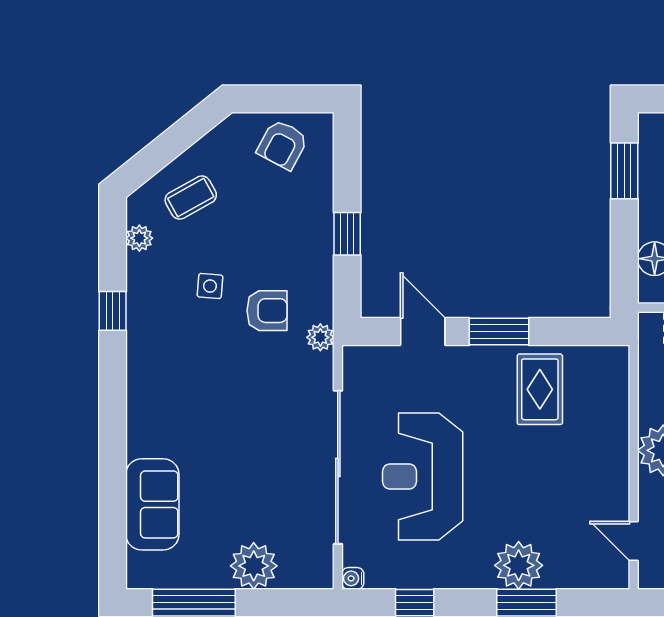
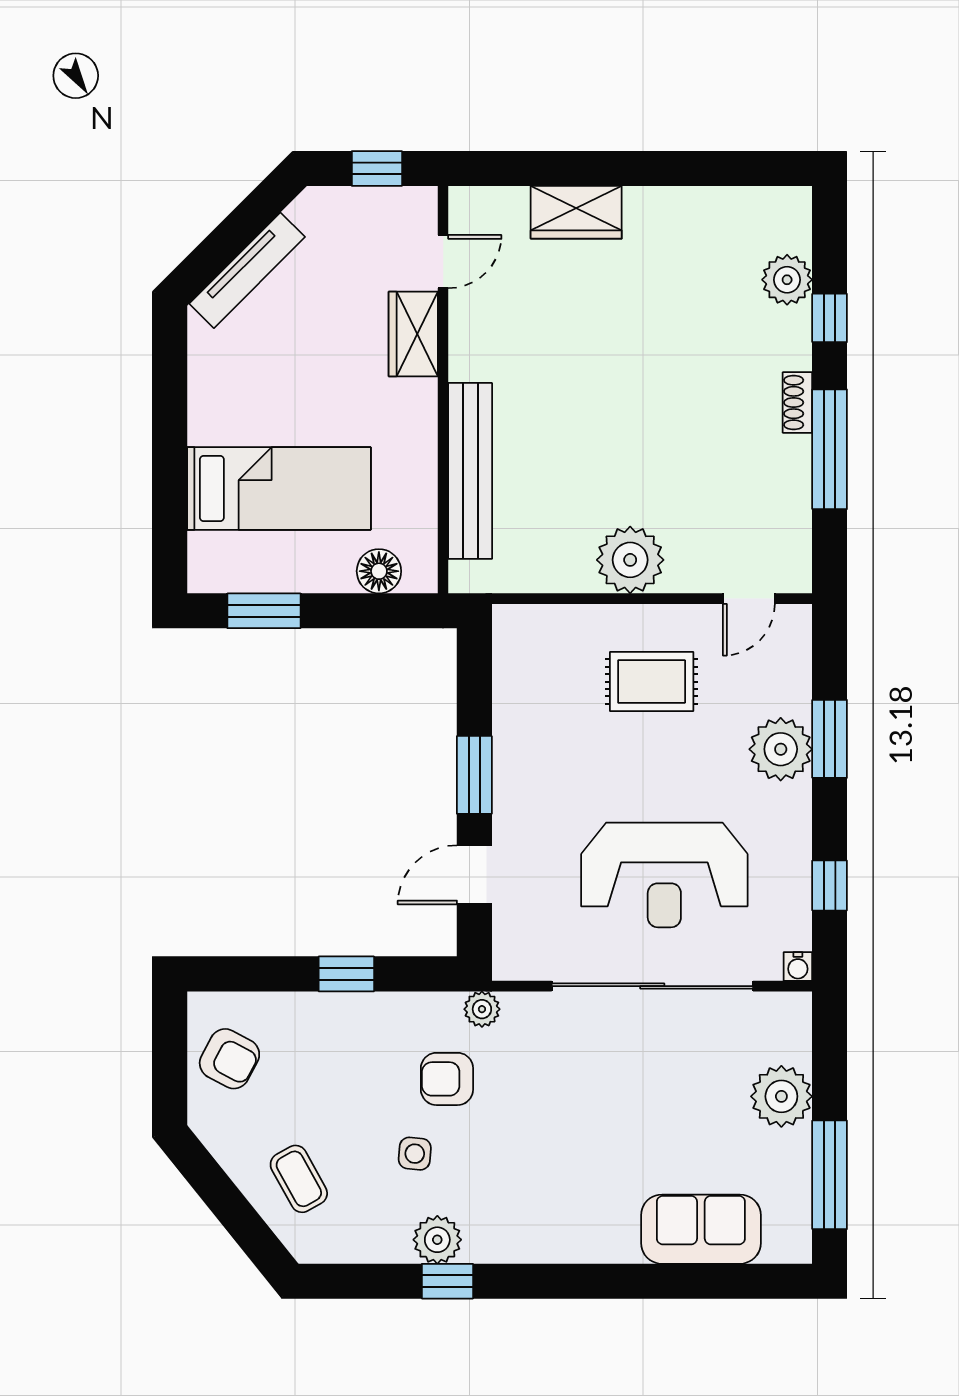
plant: (139, 238) -> (437, 1240), moved, width x1.38, depth x1.38
armchair: (267, 311) -> (447, 1079), turned -90
rug: (540, 389) -> (652, 682), moved

